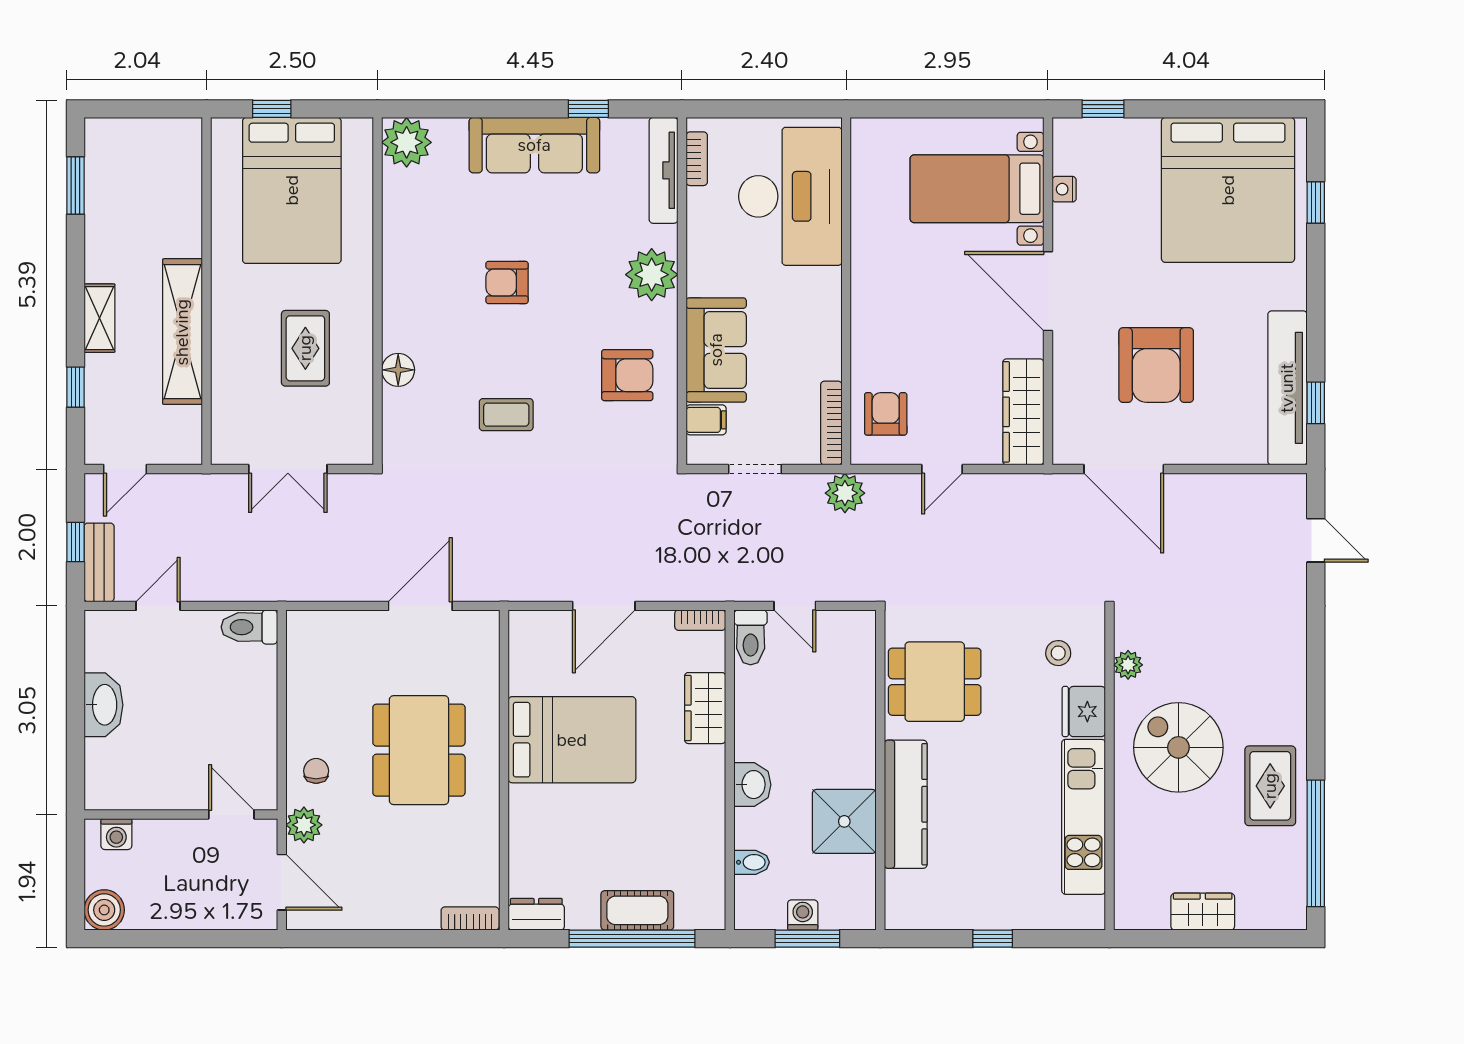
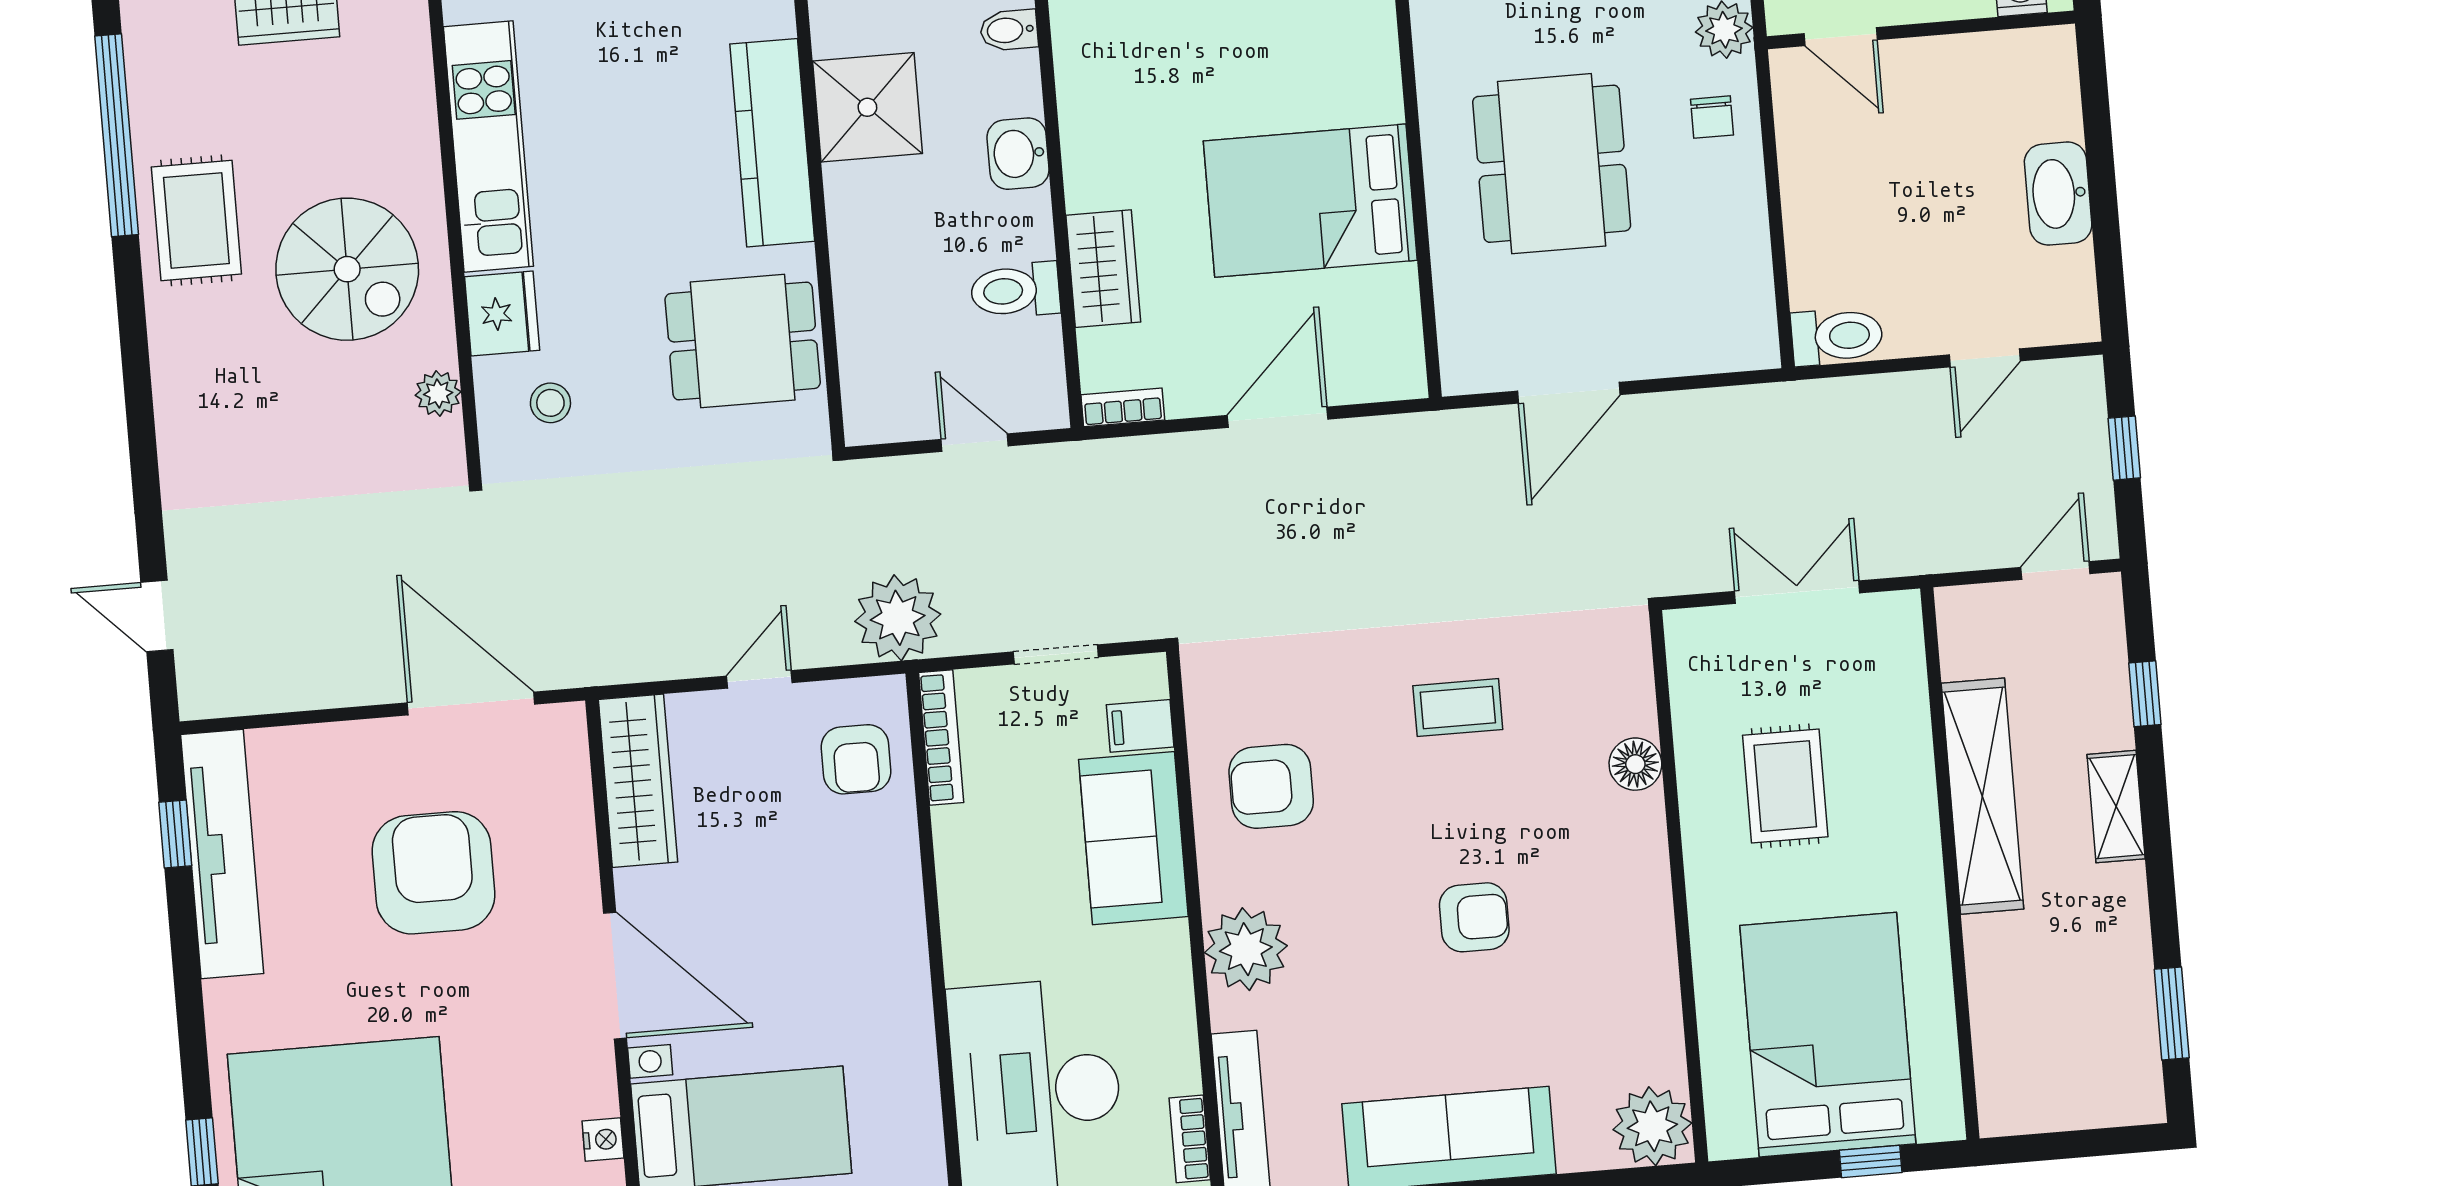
plant: (845, 493) -> (898, 618), width x1.36, depth x1.36
bench: (99, 562) -> (2084, 419), removed
toilet: (751, 637) -> (1015, 290), moved, turned -90

